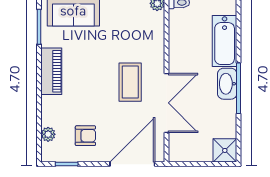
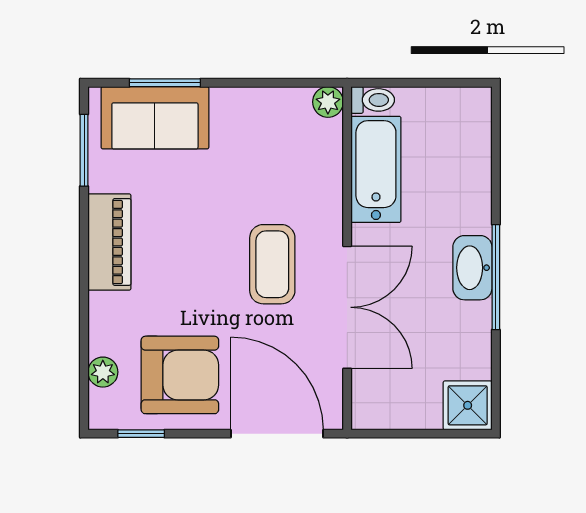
bathtub: (225, 41) -> (376, 169), moved, turned 180
armchair: (85, 136) -> (180, 375), width x1.88, depth x1.88
door: (132, 164) -> (277, 434), hinge flipped

